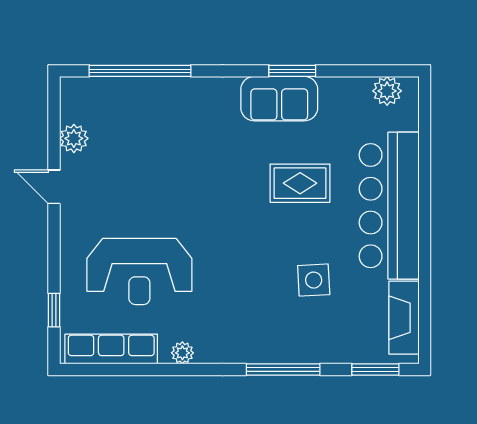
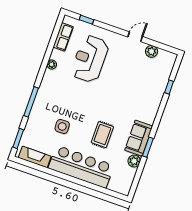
window: (140, 71) -> (169, 87), width x0.32
plant: (387, 91) -> (134, 161), moved
row of seats: (111, 349) -> (63, 37), width x0.68

